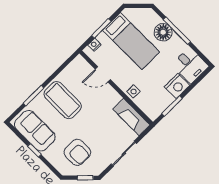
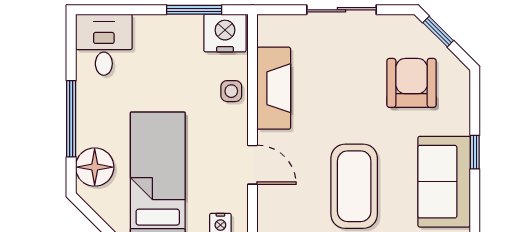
floor lamp: (163, 32) -> (95, 167), moved
nightstand: (177, 86) -> (225, 33), moved
fireplace: (131, 117) -> (274, 88), moved

